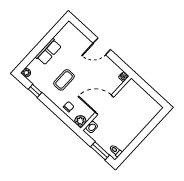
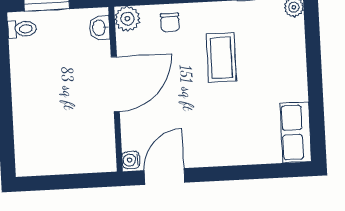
door: (102, 46) -> (164, 176), moved
row of seats: (48, 52) -> (296, 132), moved

